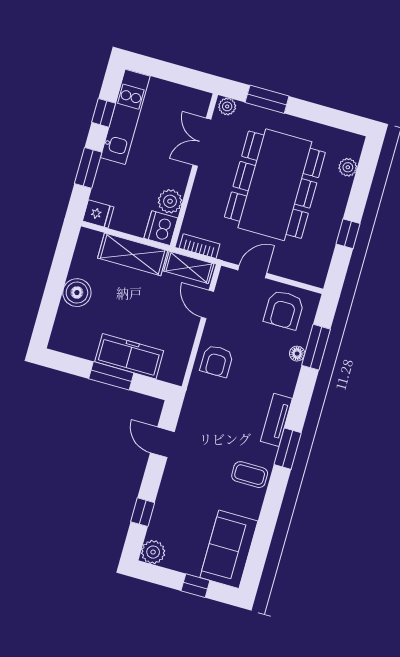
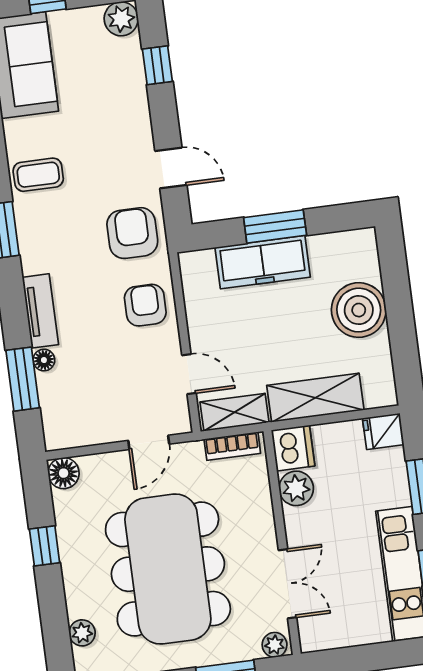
floor lamp: (316, 275) -> (64, 473), added
boiler: (77, 293) -> (359, 310), width x1.37, depth x1.37
armchair: (284, 310) -> (132, 233), moved
tv unit: (276, 420) -> (40, 311), moved

